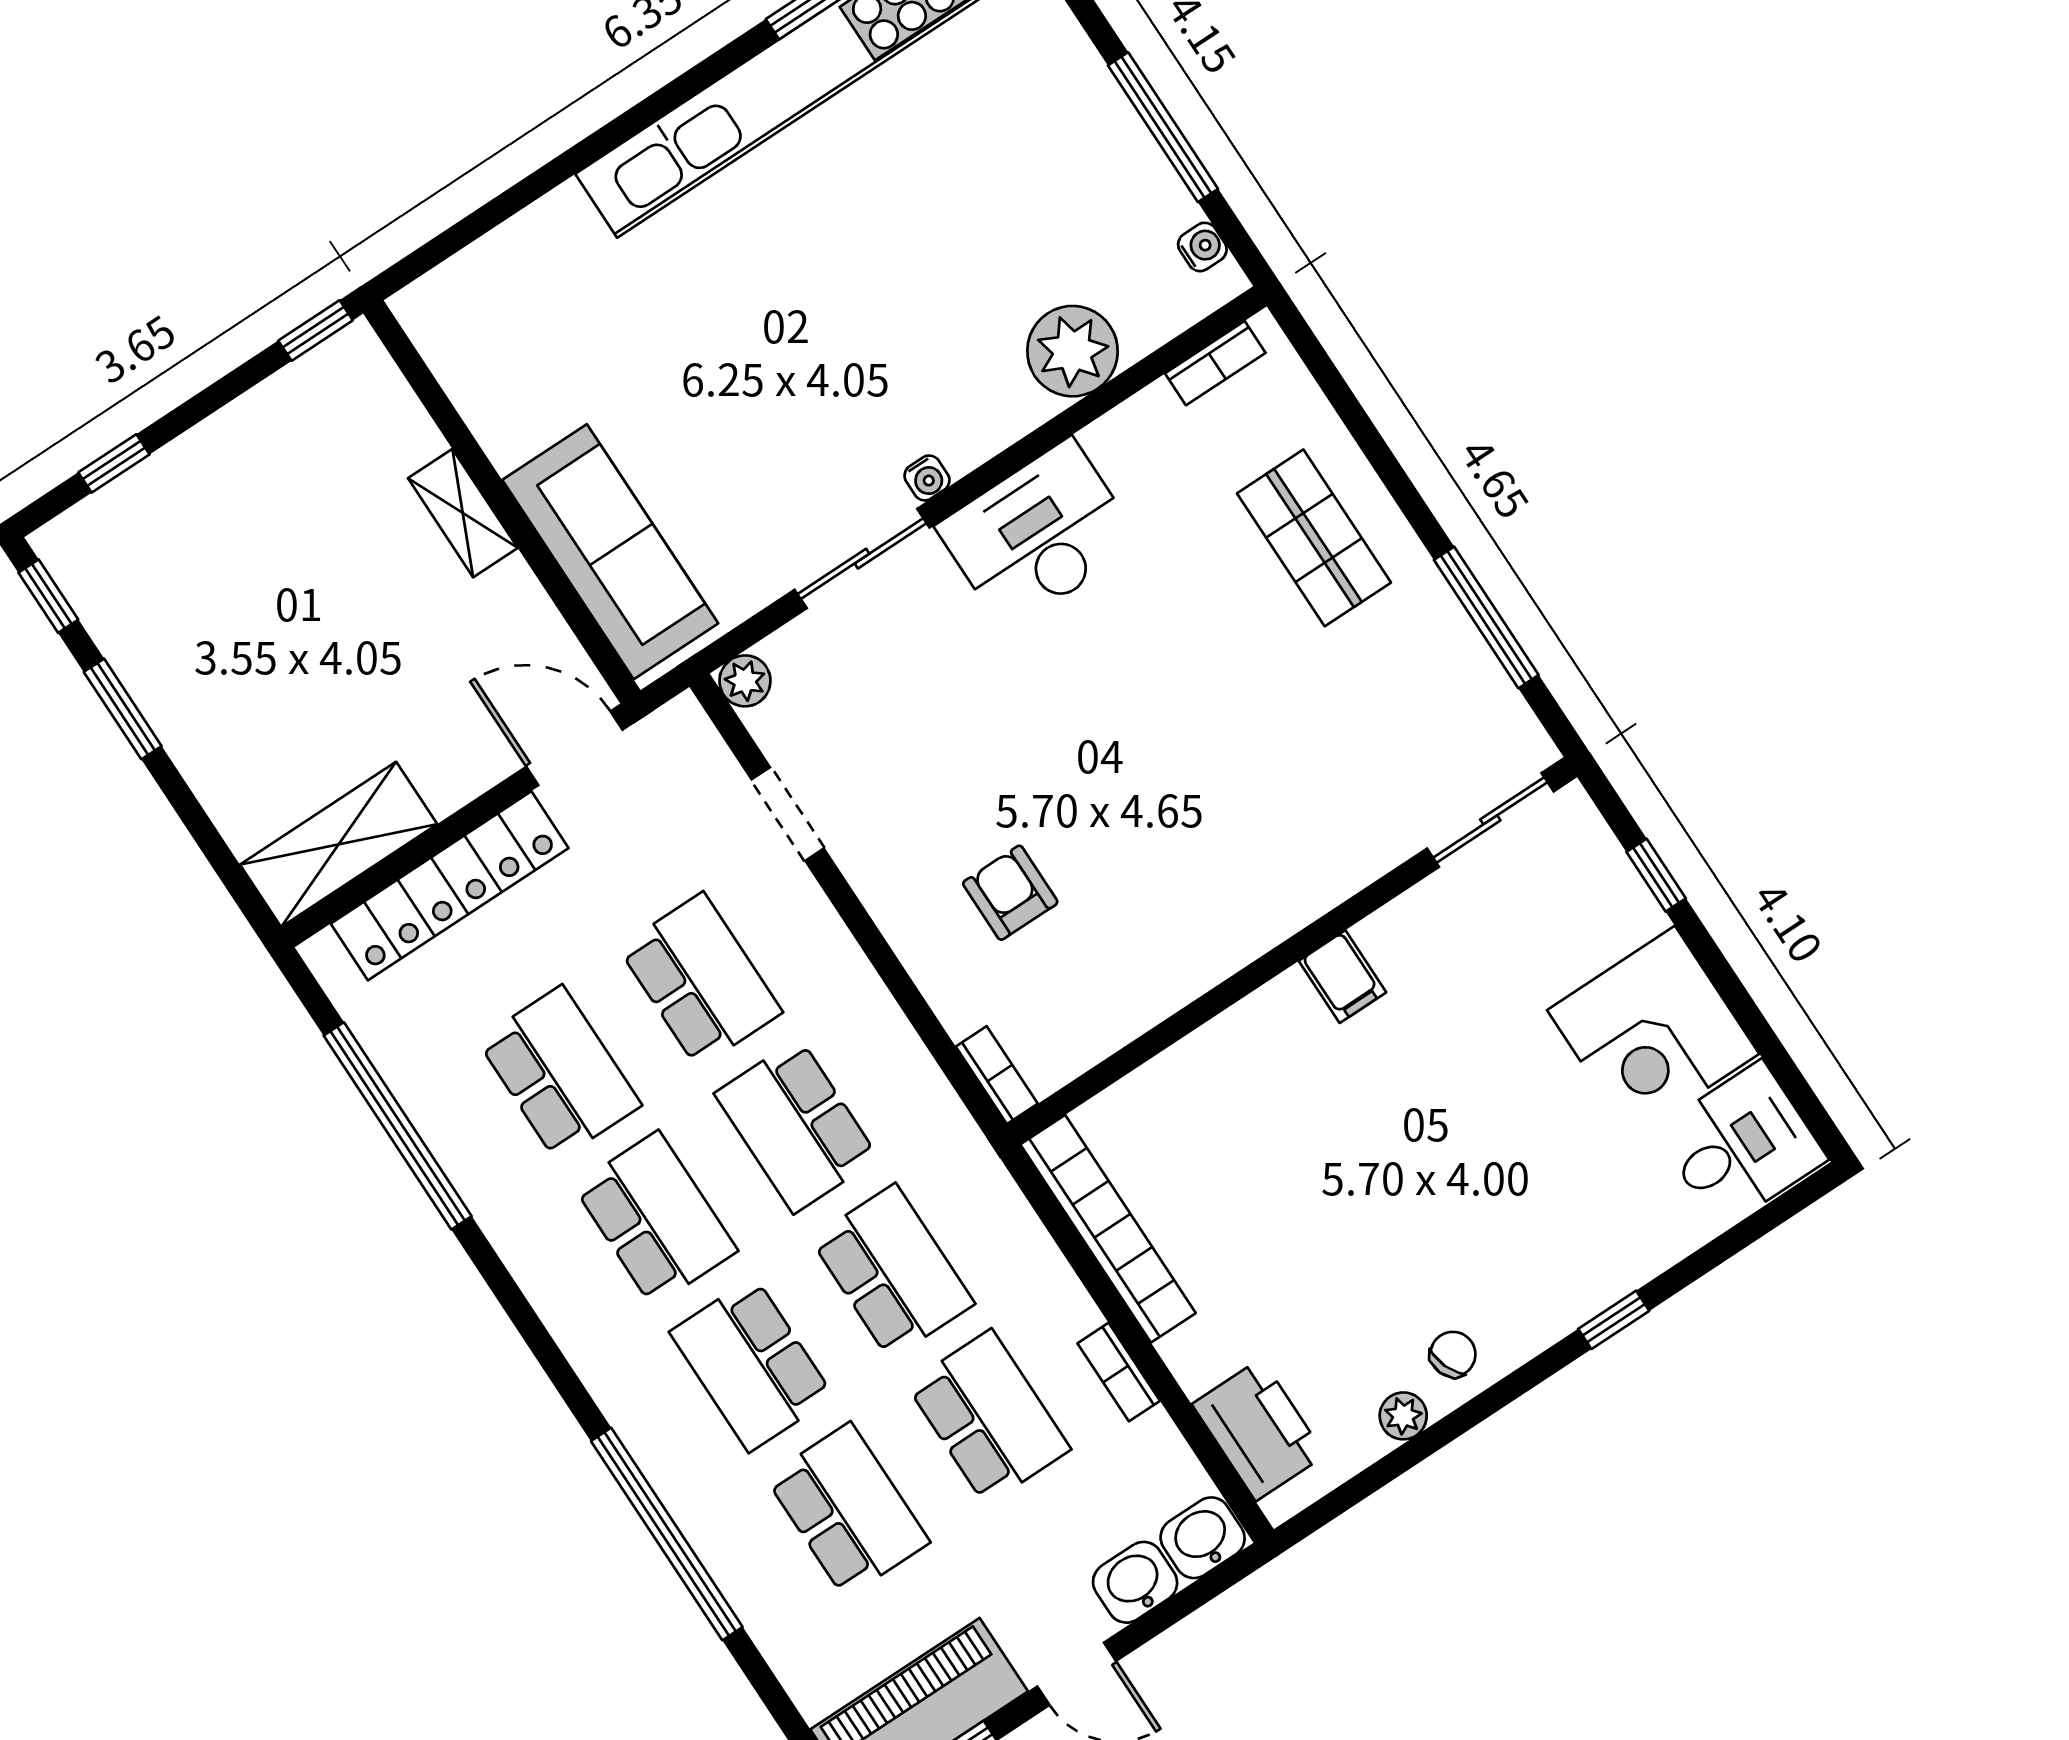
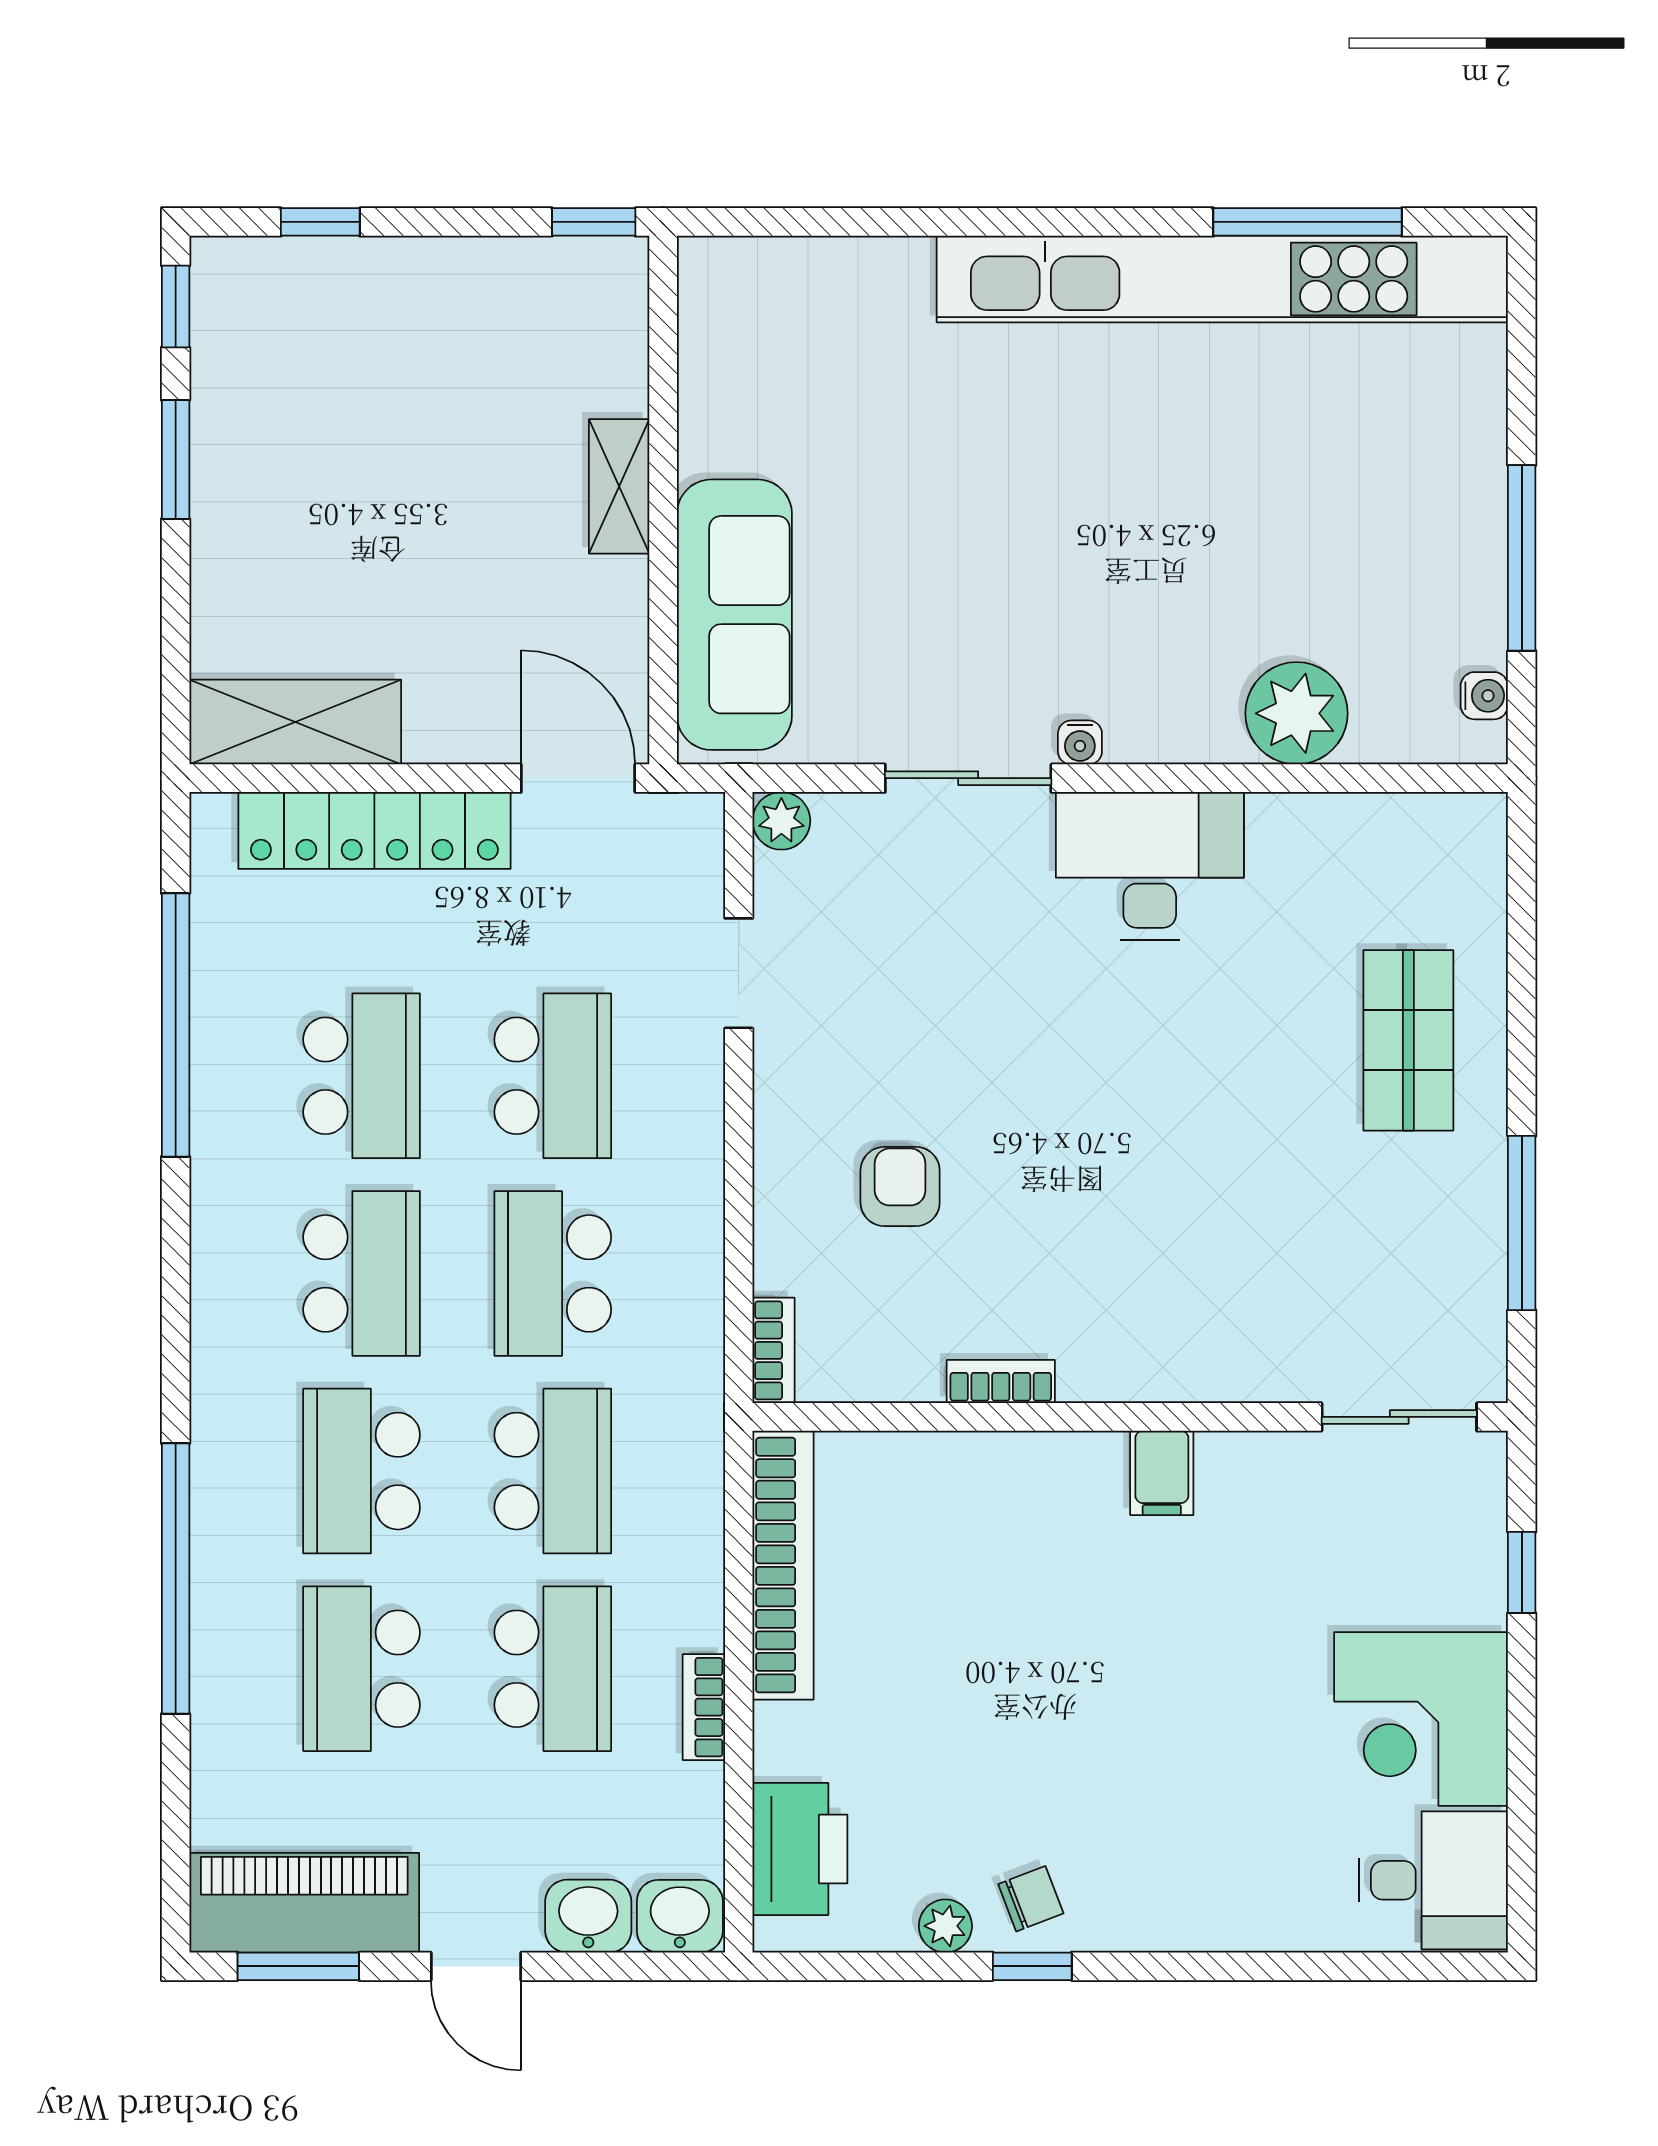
bookcase: (1215, 363) -> (1001, 1382), moved, turned 180
window: (1614, 1320) -> (1032, 1966), moved
school desk: (848, 1510) -> (362, 1669), turned 180

